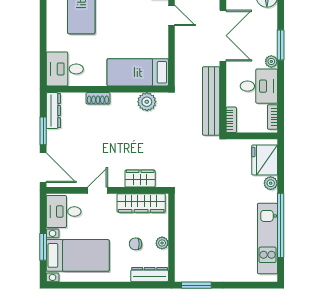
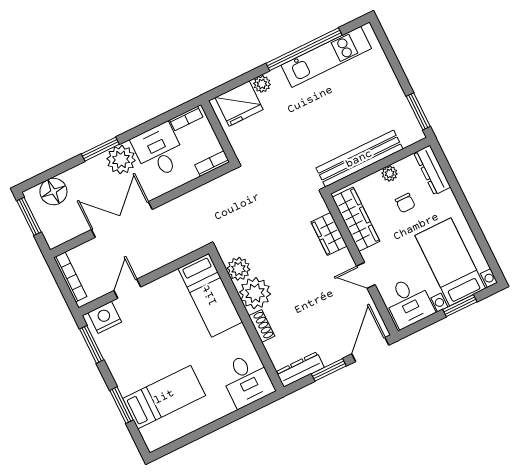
plant: (271, 61) -> (121, 160), width x1.87, depth x1.87
bench: (211, 101) -> (359, 159), moved
plant: (124, 105) -> (255, 293), added

